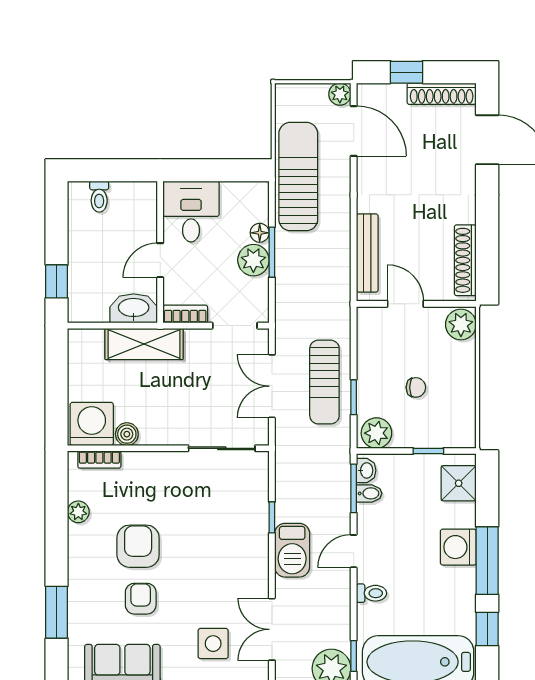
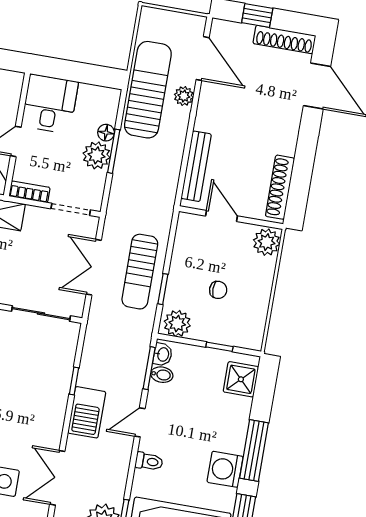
plant: (340, 94) -> (184, 96), moved
washing machine: (458, 547) -> (225, 469), moved

